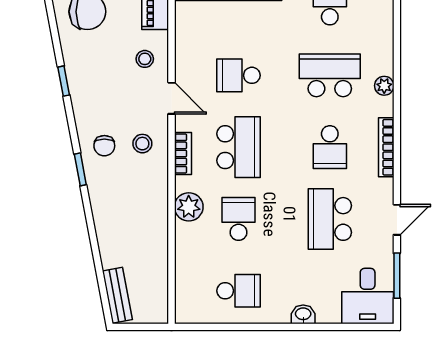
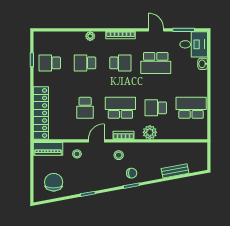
school desk: (330, 75) -> (85, 63), width x0.54
chair: (104, 146) -> (132, 173), moved
school desk: (239, 291) -> (191, 108), width x1.85
bench: (117, 295) -> (175, 171), moved
washbasin: (303, 314) -> (203, 64), moved

